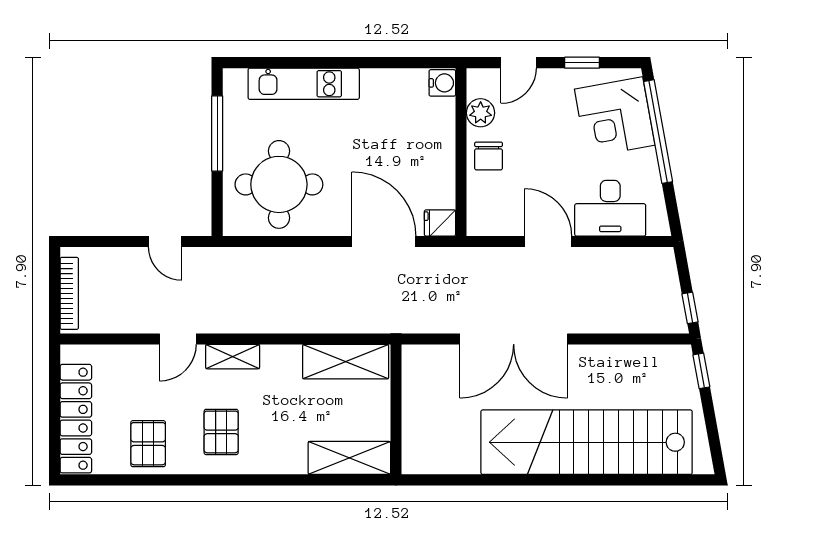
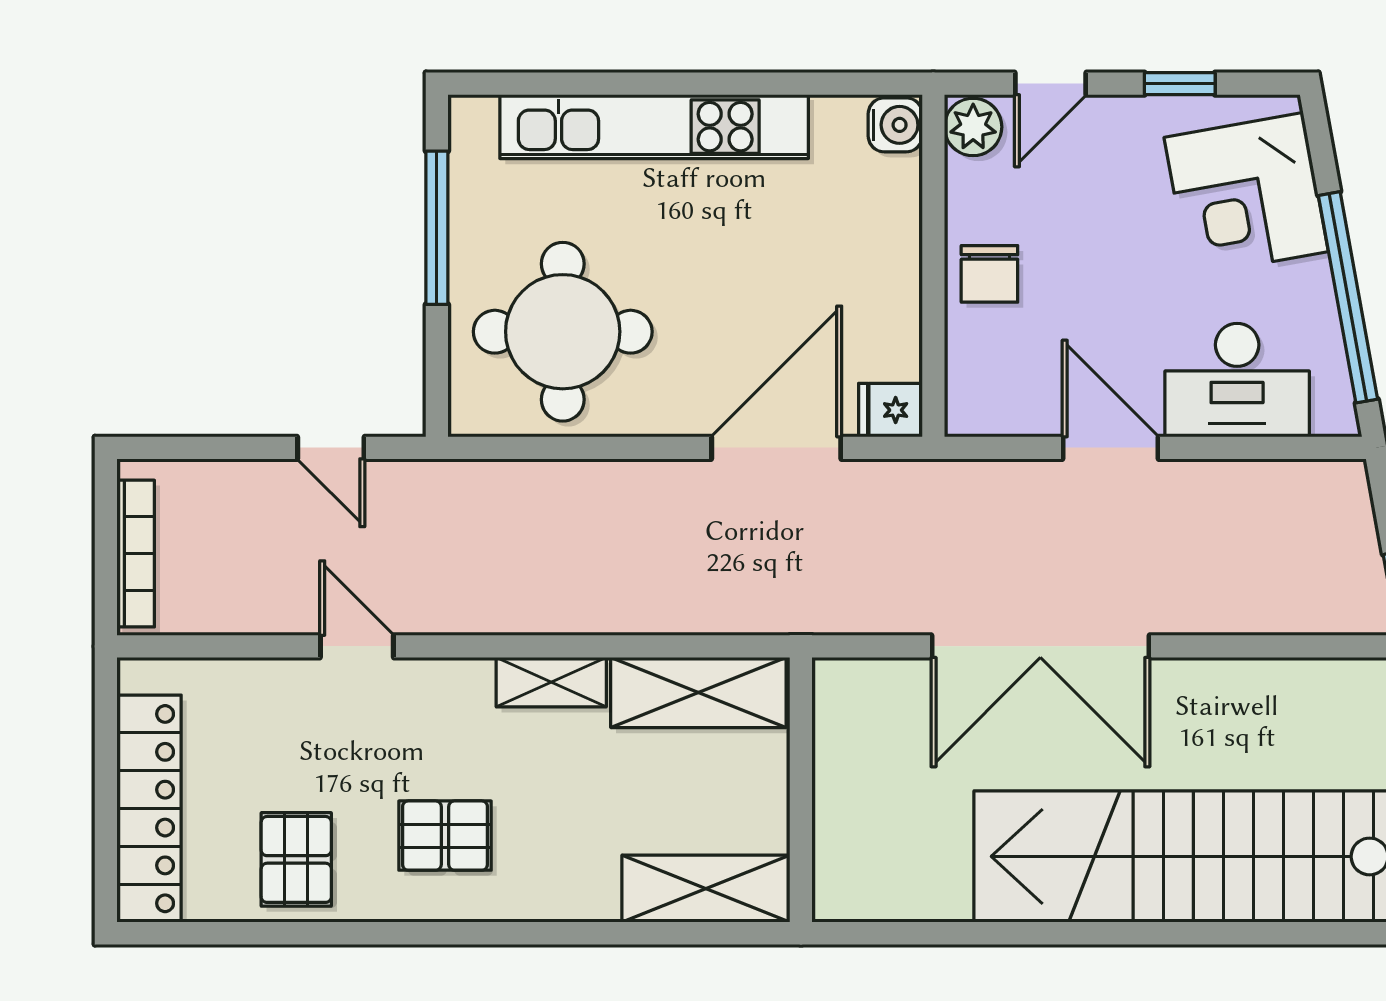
kitchen unit: (304, 84) -> (654, 127), width x1.36
plant: (481, 113) -> (973, 127), moved
window: (658, 132) -> (1348, 297), moved
door: (384, 241) -> (776, 448), hinge flipped
door: (178, 339) -> (357, 646), swing flipped
shelving: (233, 357) -> (551, 682), moved
pallet: (221, 432) -> (445, 836), turned 90

